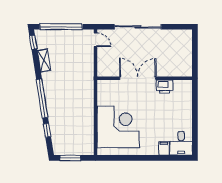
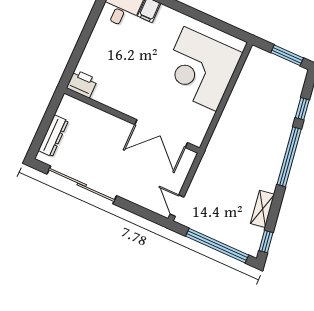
sliding door: (138, 27) -> (82, 185), moved
dresser: (187, 48) -> (53, 136), added
double door: (138, 78) -> (161, 134), moved
printer: (164, 87) -> (82, 84), moved

